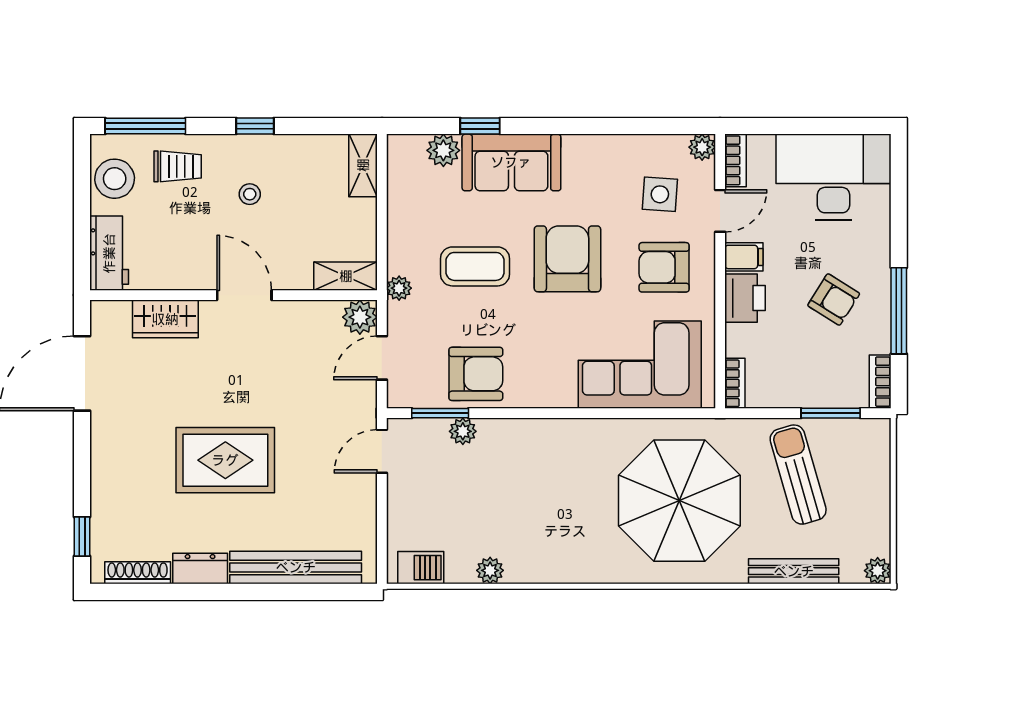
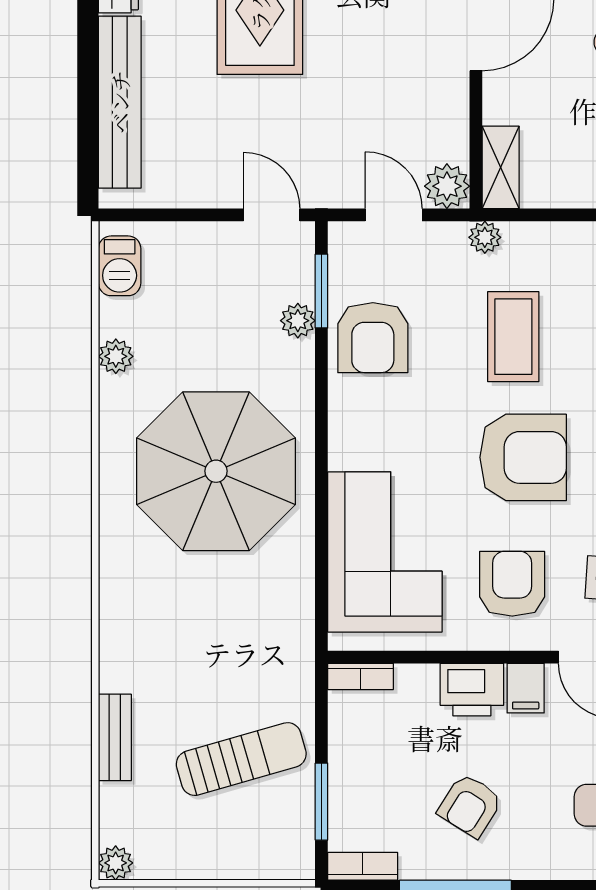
parasol: (679, 501) -> (216, 471), moved
bench: (794, 571) -> (115, 737), width x0.73

